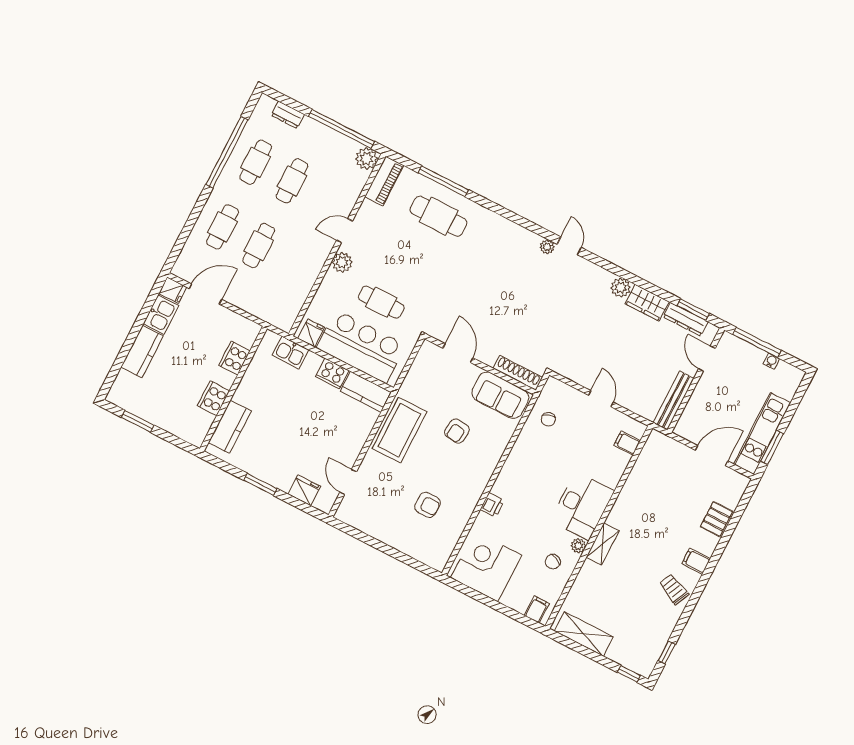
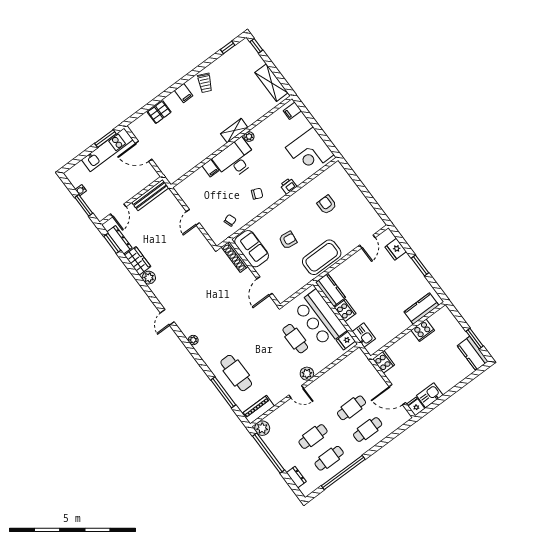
plant: (547, 247) -> (193, 340), moved
window: (757, 342) -> (84, 205), width x0.69
kitchen counter: (142, 352) -> (473, 353), moved, turned -90
cooker: (235, 358) -> (384, 362), moved, turned -90
filing cabinet: (627, 443) -> (211, 168), moved
chair: (553, 562) -> (257, 194), moved

